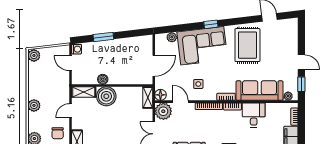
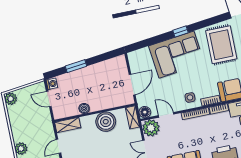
plant: (172, 37) -> (144, 52), removed
side table: (198, 84) -> (190, 97), moved
boiler: (106, 96) -> (106, 122), moved

